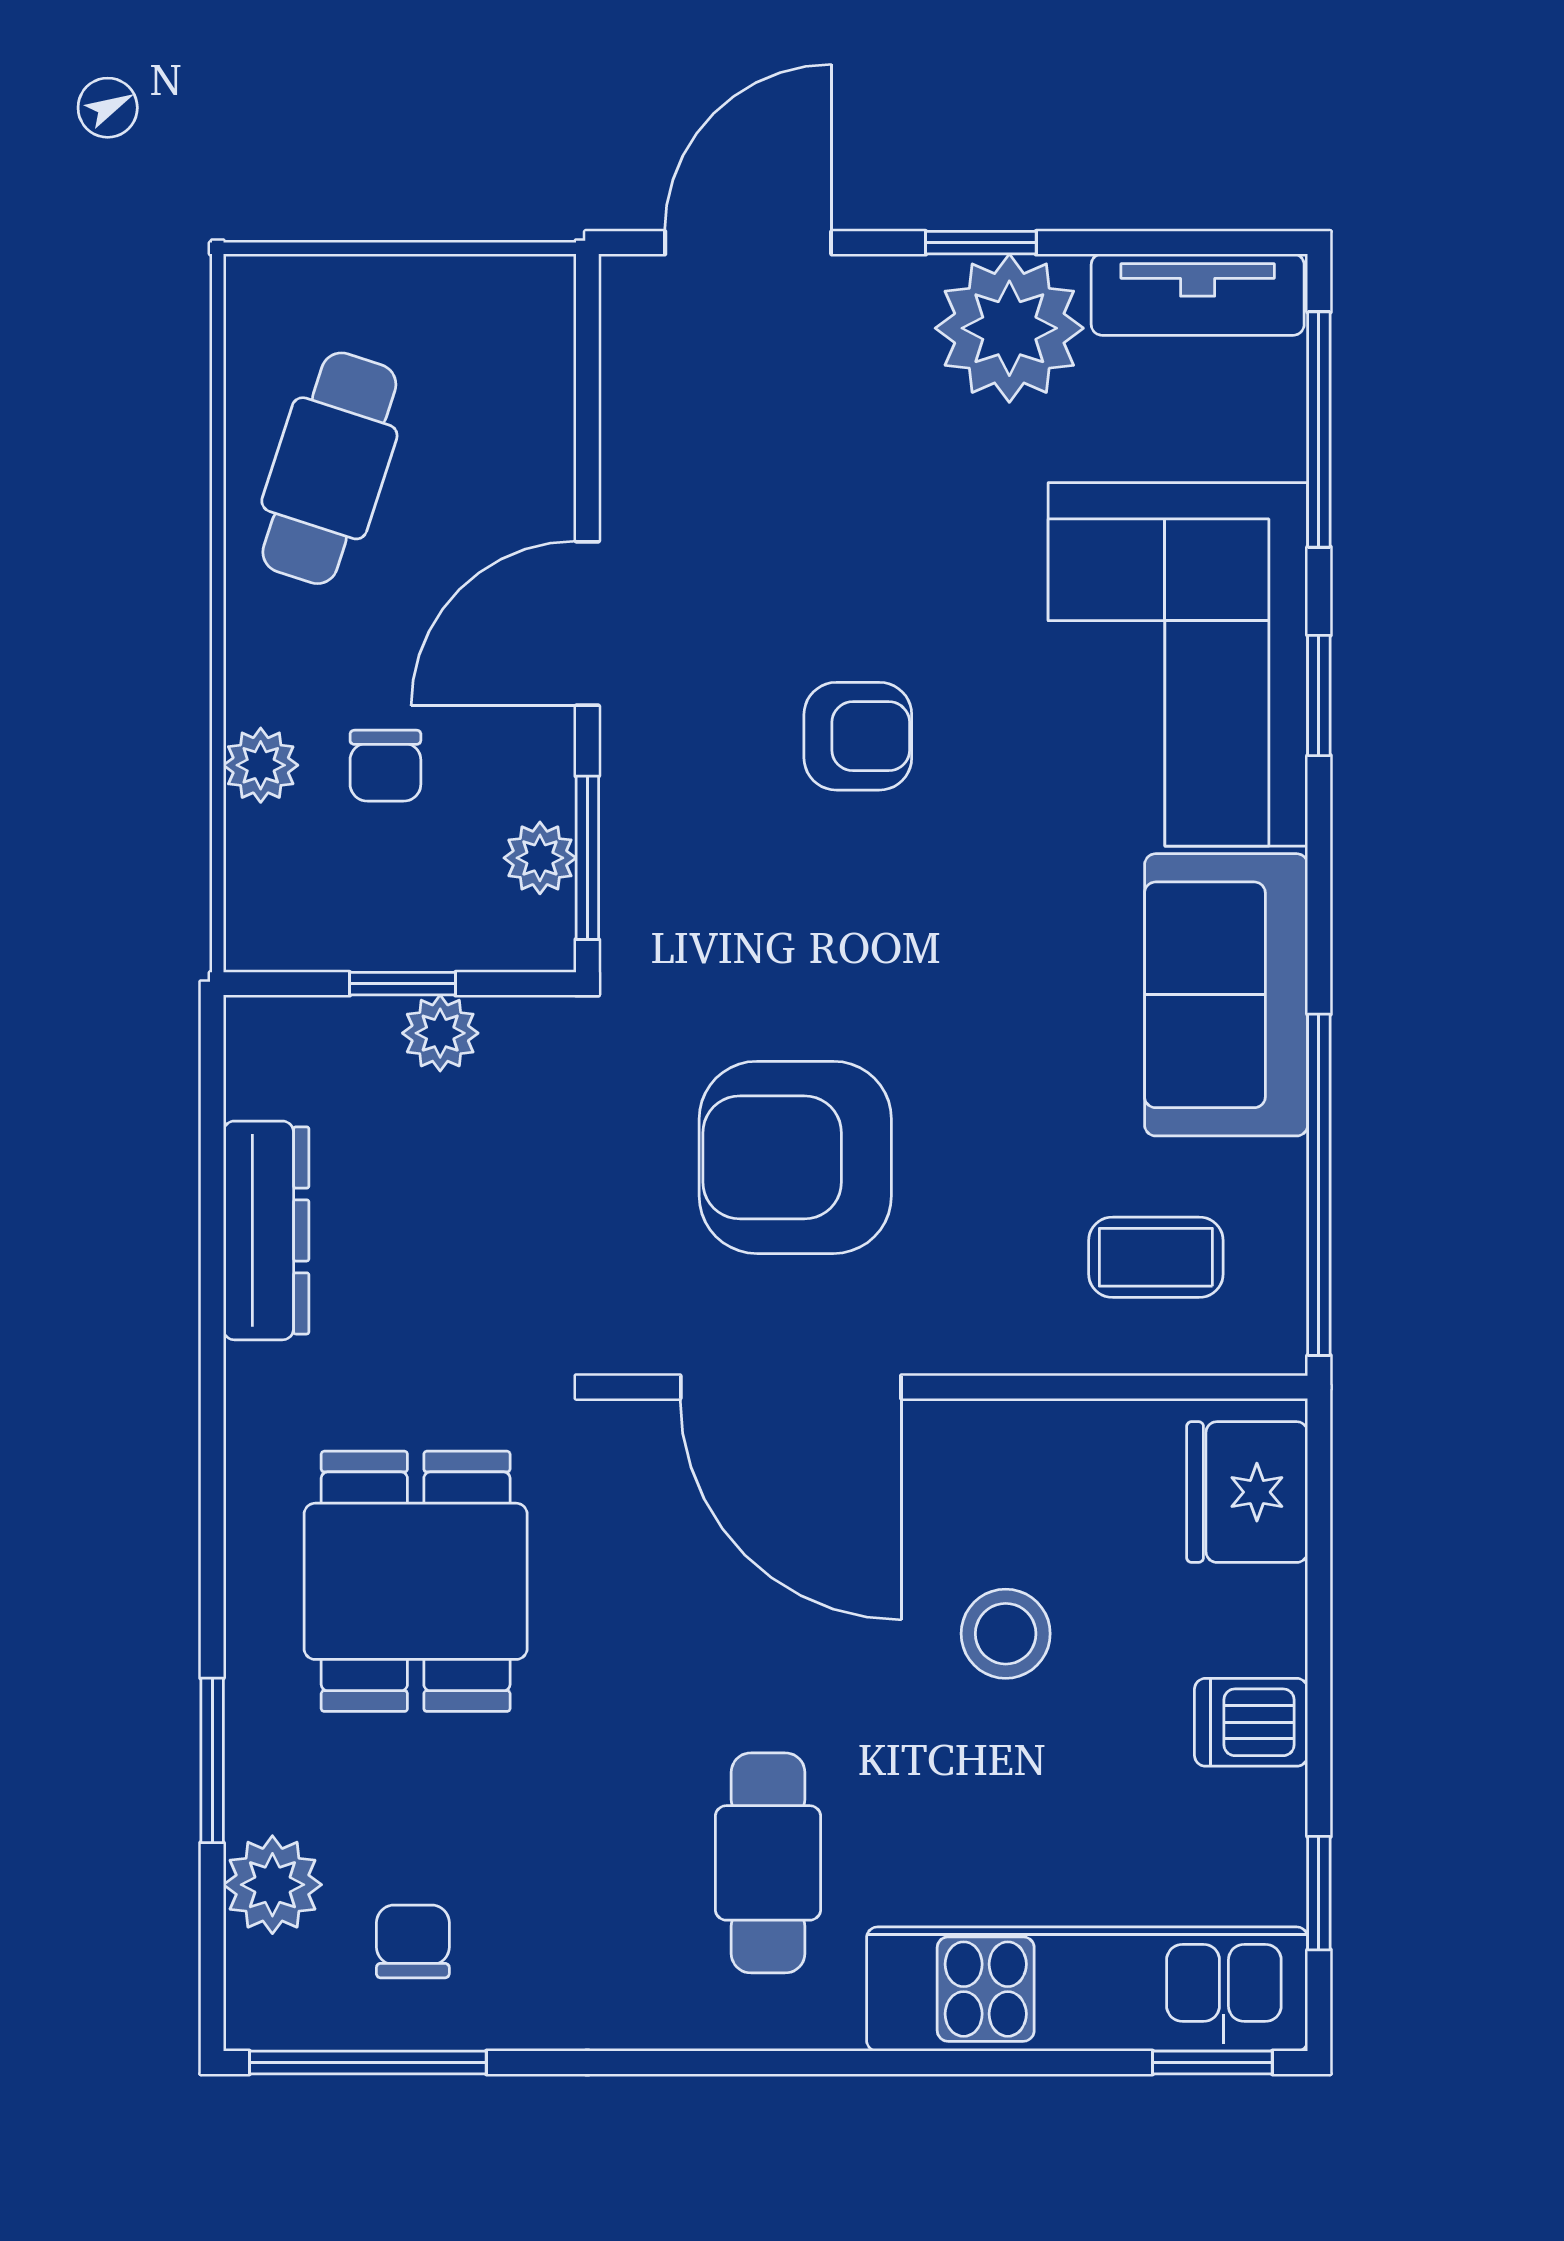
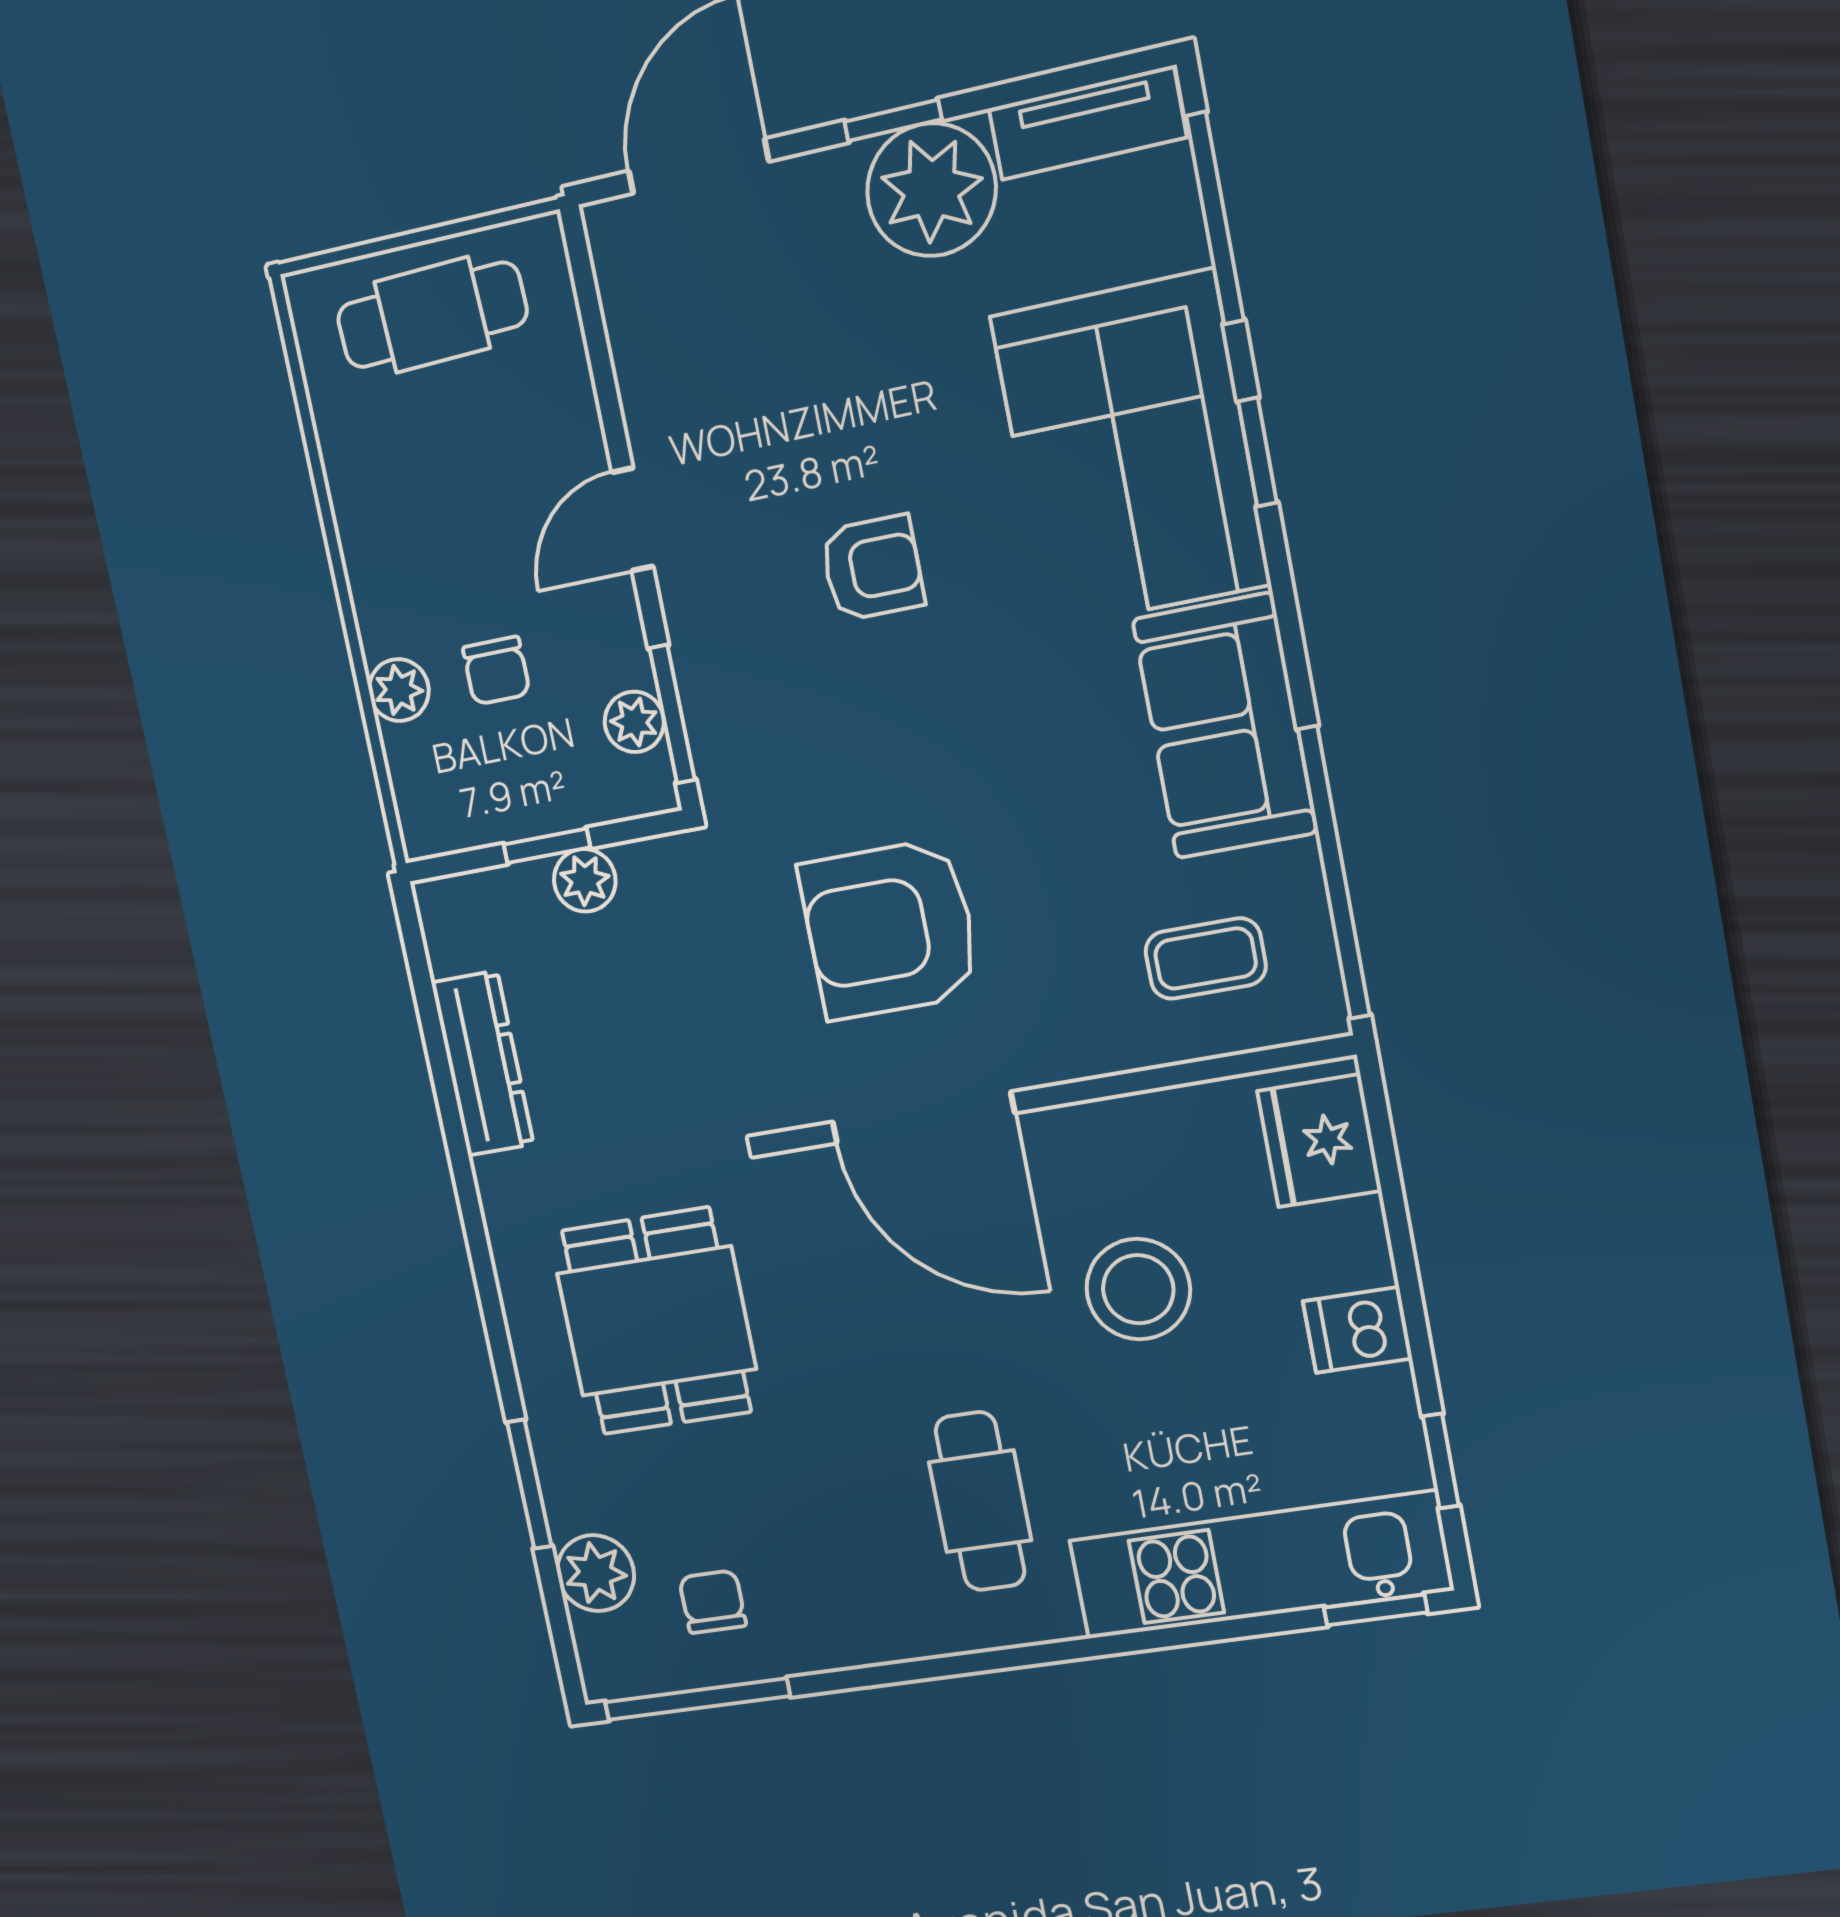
cafe table: (329, 468) -> (432, 315), moved, turned 70
door: (587, 623) -> (633, 519), width x0.73
stool: (1006, 1634) -> (1138, 1289), width x1.38, depth x1.38

